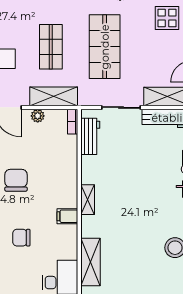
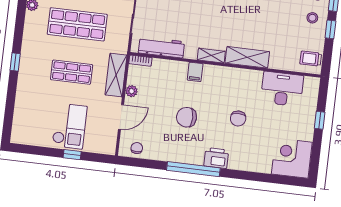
workbench: (90, 136) -> (161, 47), width x1.38
filing cabinet: (67, 216) -> (195, 72), moved
shelving: (90, 262) -> (247, 57), moved

